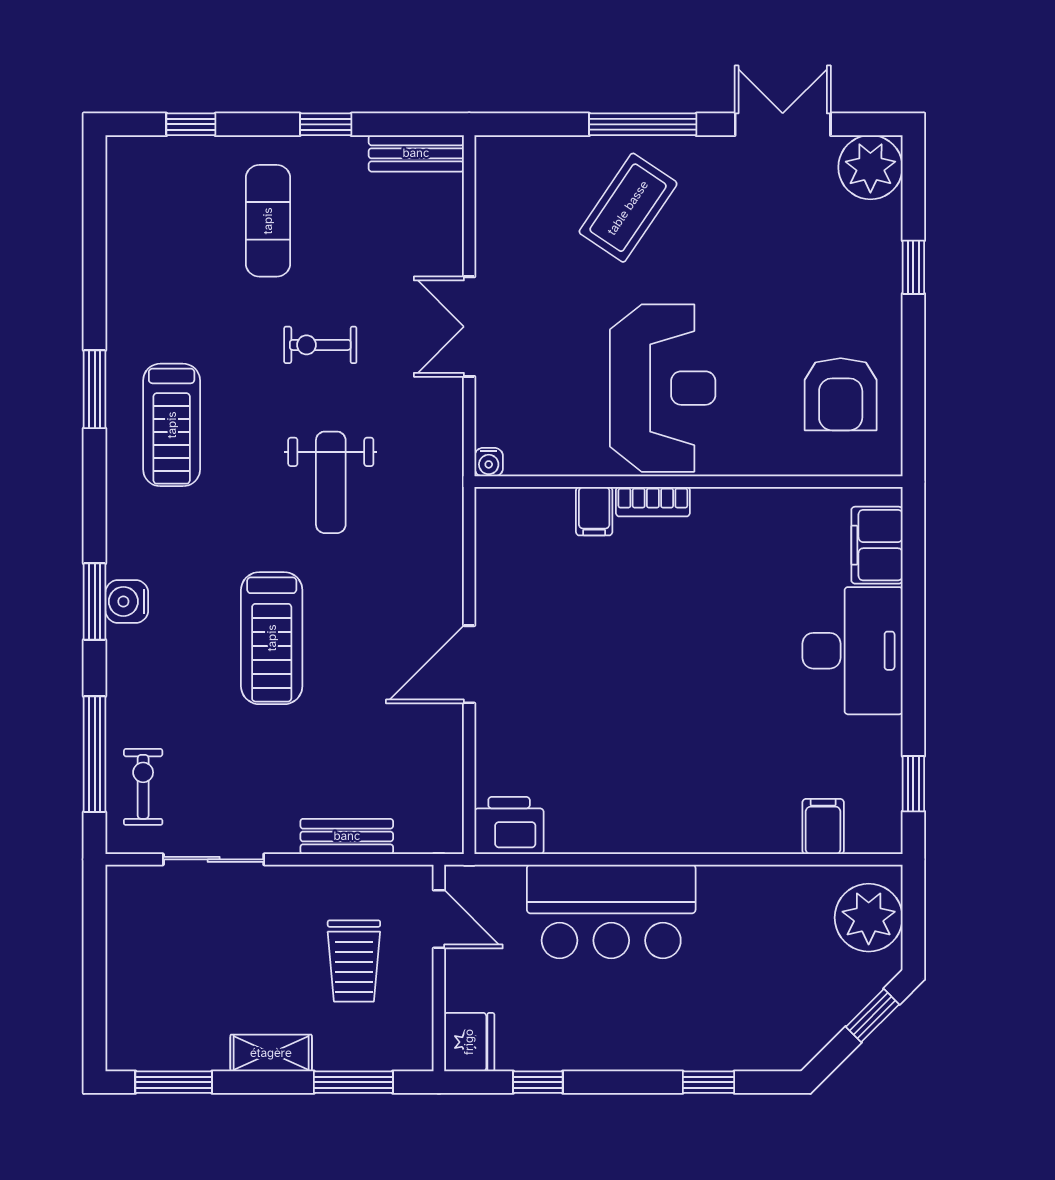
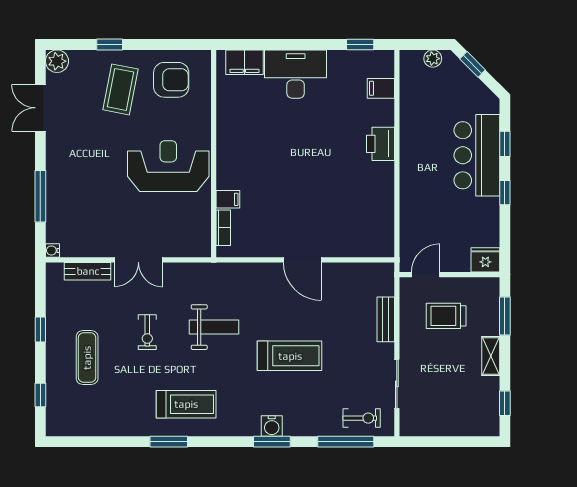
window: (643, 124) -> (40, 196), moved
bench: (416, 153) -> (88, 271), moved, turned 90
plant: (870, 167) -> (57, 61), width x0.73, depth x0.73
coffee table: (628, 208) -> (120, 89), moved, turned 67
exercise mat: (268, 221) -> (87, 358), turned 90
water cooler: (489, 462) -> (52, 250), moved, turned 180
bookcase: (653, 502) -> (223, 228), moved
exercise bike: (143, 787) -> (362, 418), turned 180
printer: (509, 826) -> (380, 144), moved
bar counter: (611, 911) -> (477, 155), moved, turned 180
plant: (869, 918) -> (433, 59), width x0.53, depth x0.53
trolley: (354, 961) -> (446, 316), turned 180
window: (174, 1082) -> (505, 403), width x0.67
window: (538, 1082) -> (505, 193), moved

